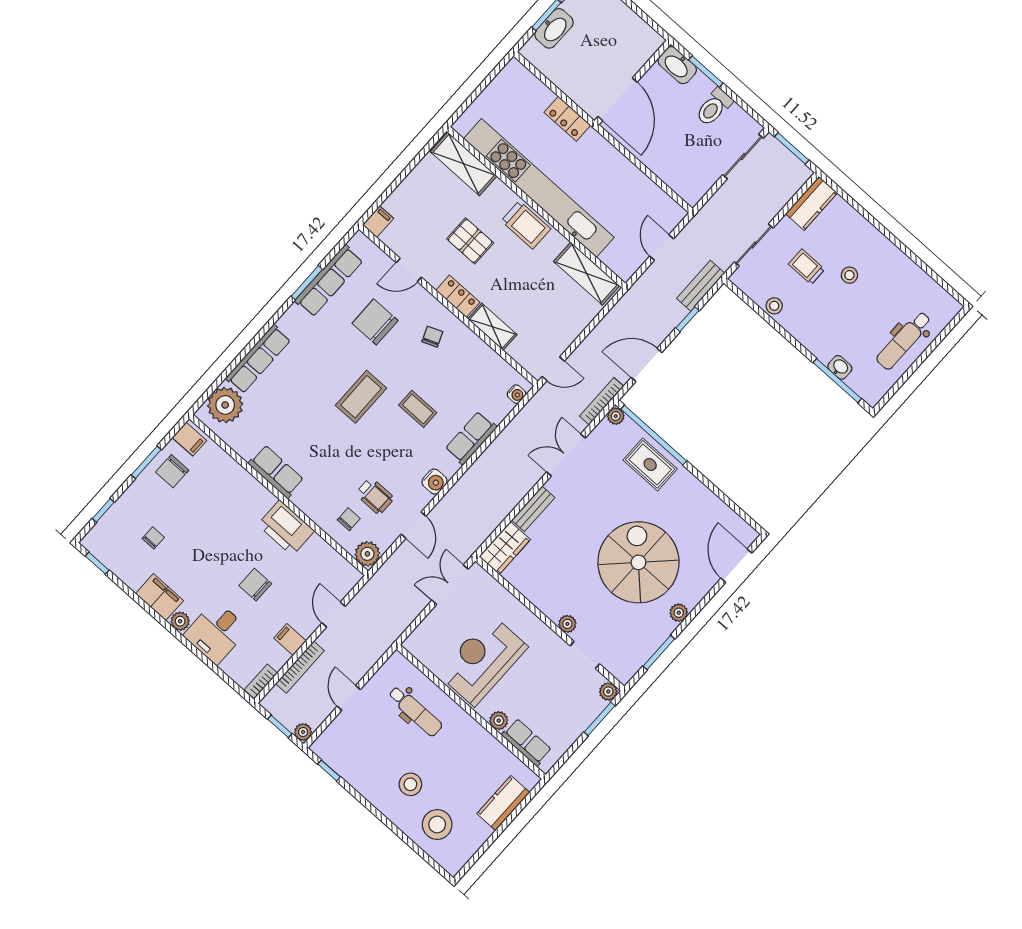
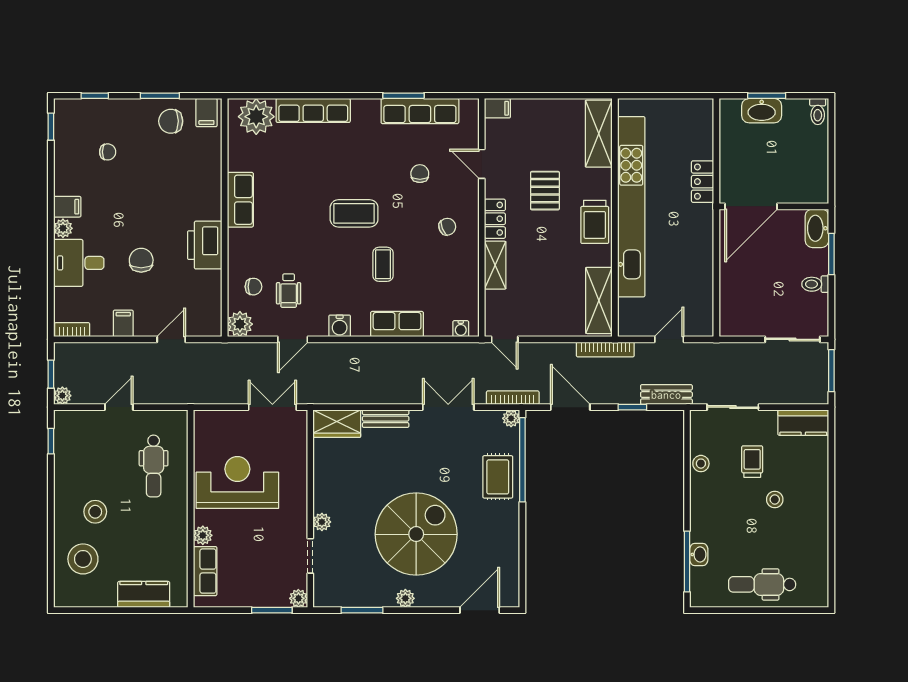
toilet: (714, 107) -> (815, 284), width x0.73, depth x0.72
chair: (375, 322) -> (420, 174), width x0.54, depth x0.54
filing cabinet: (159, 597) -> (67, 207), width x0.50
bookcase: (300, 667) -> (605, 350), moved

